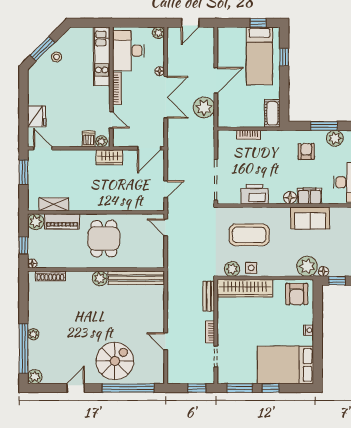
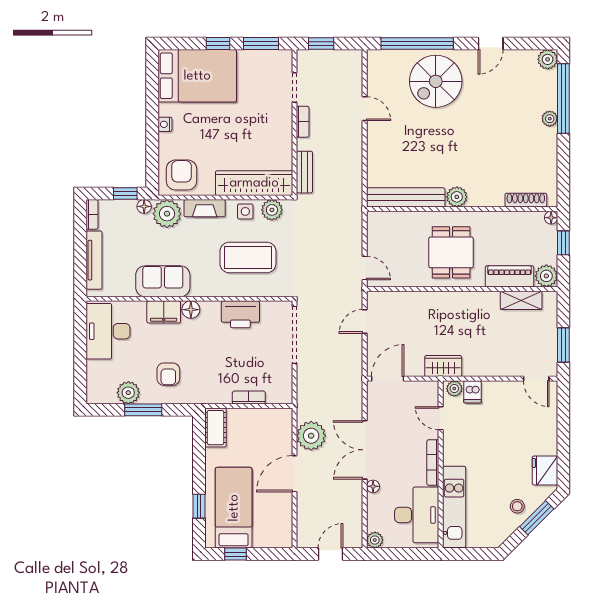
fridge: (37, 116) -> (545, 471), moved
fireplace: (280, 270) -> (205, 208), added

